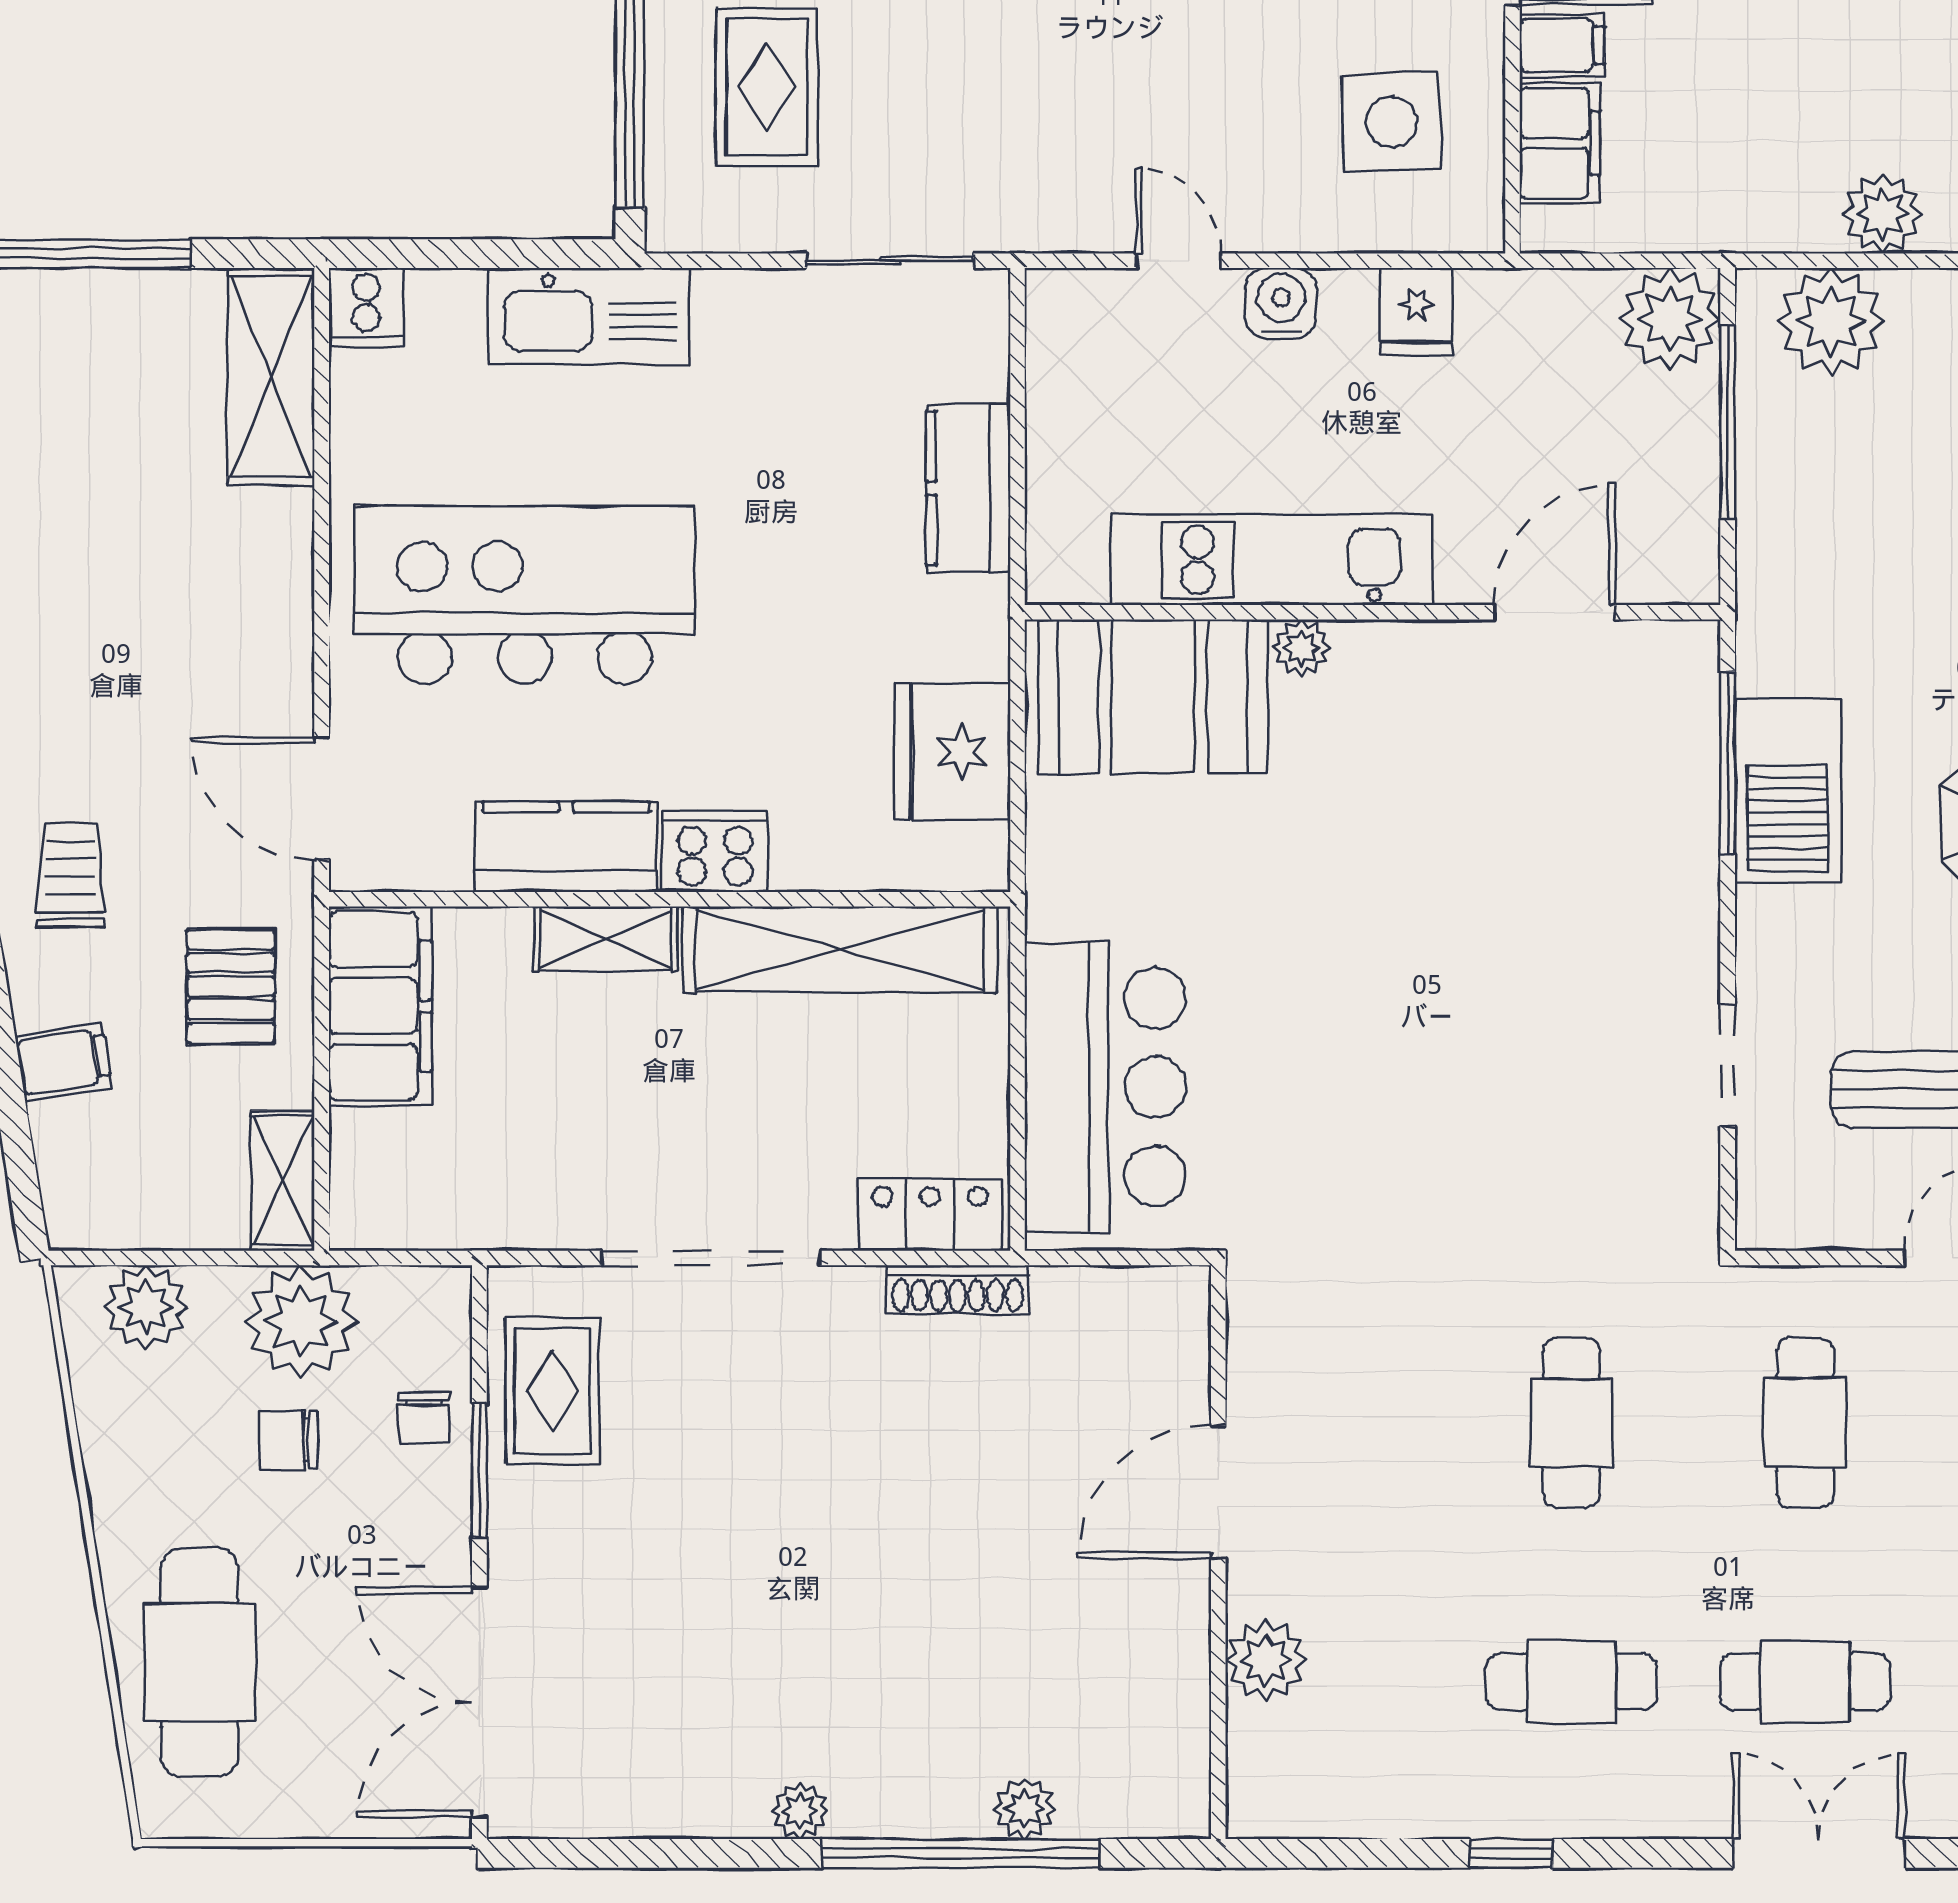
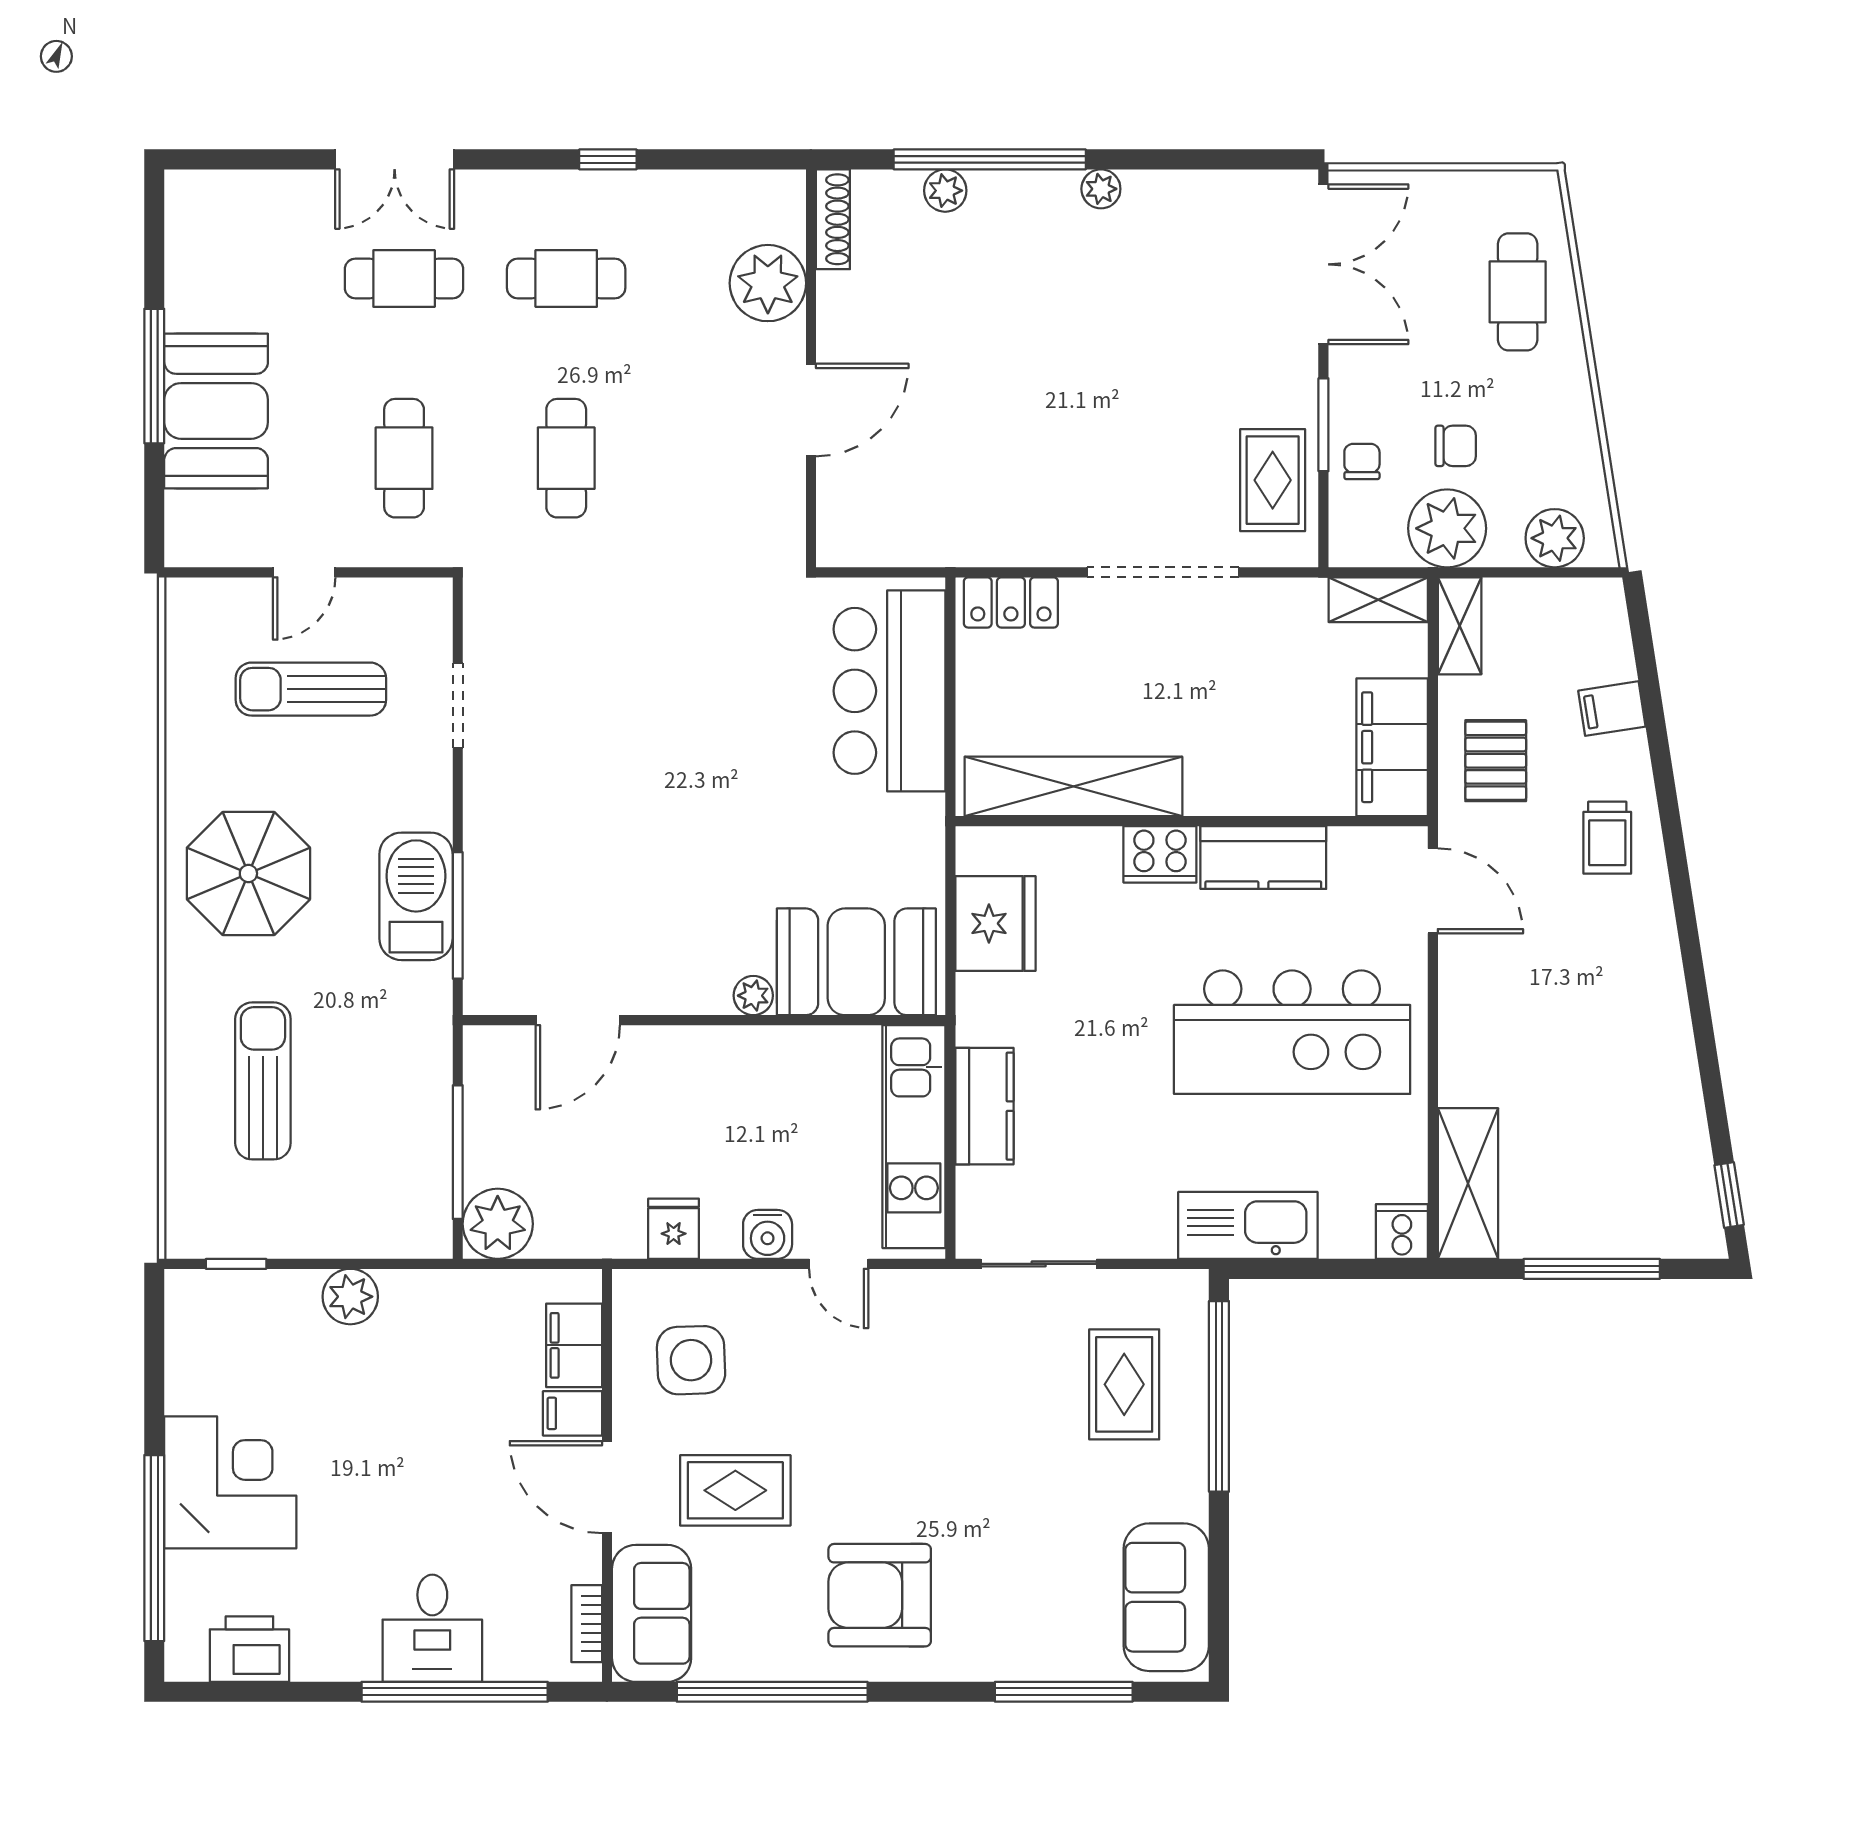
plant: (1831, 322) -> (386, 1222), removed
kitchen unit: (1271, 560) -> (914, 1137), moved, turned 90
shelving: (606, 939) -> (1378, 600), moved
shoe rack: (958, 1290) -> (833, 219), moved, turned 90
plant: (1266, 1660) -> (768, 283), width x1.36, depth x1.36
cafe table: (199, 1662) -> (1518, 292), width x0.73, depth x0.74

